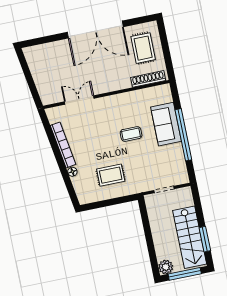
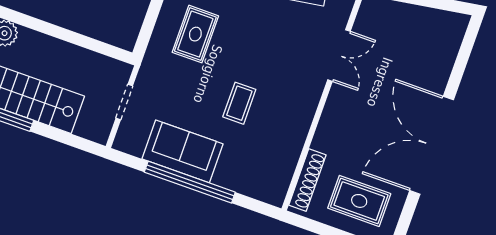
sofa: (166, 124) -> (183, 151), moved

